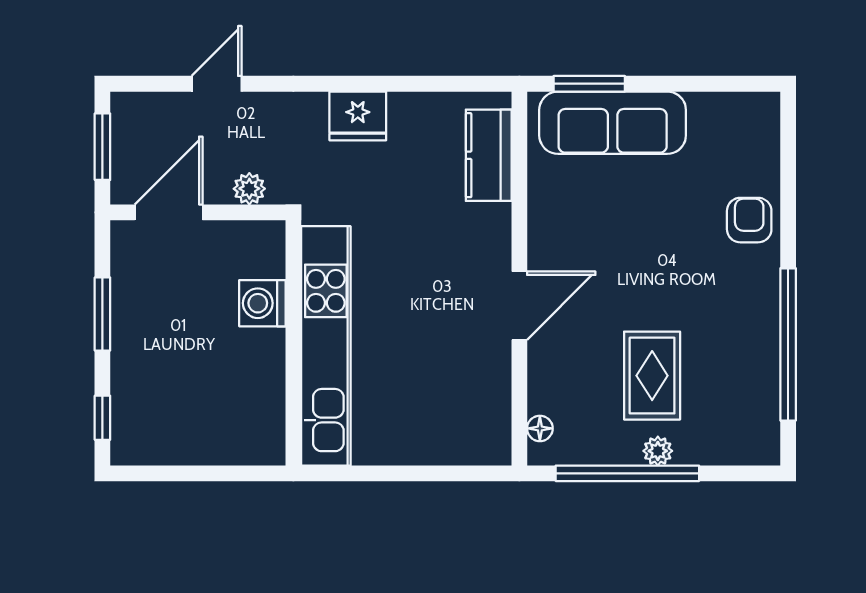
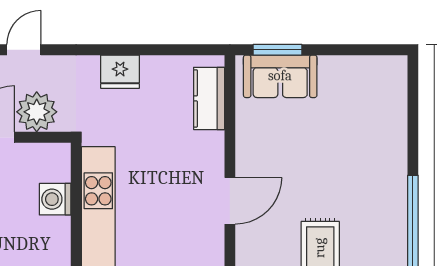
sofa: (613, 123) -> (280, 76), width x0.73
plant: (249, 189) -> (37, 112), width x1.87, depth x1.87
armchair: (749, 220) -> (386, 143), removed

